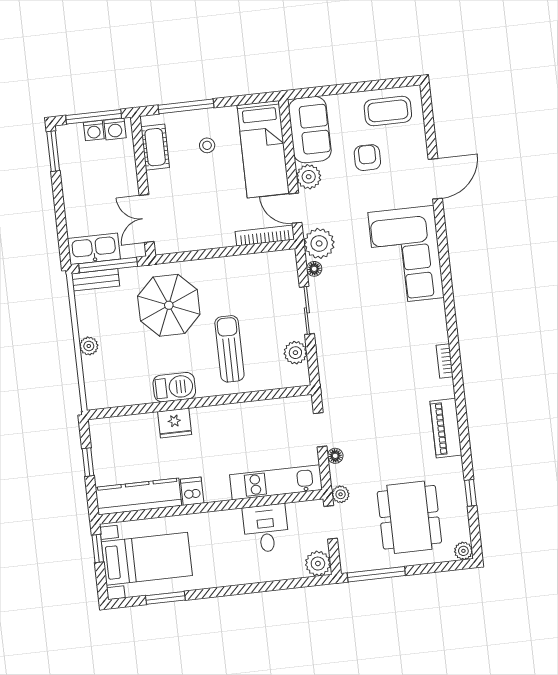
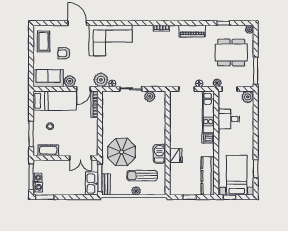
washing machine: (115, 129) -> (38, 187), moved
sun lounger: (229, 349) -> (142, 176), moved
dishwasher: (192, 491) -> (208, 138), moved

